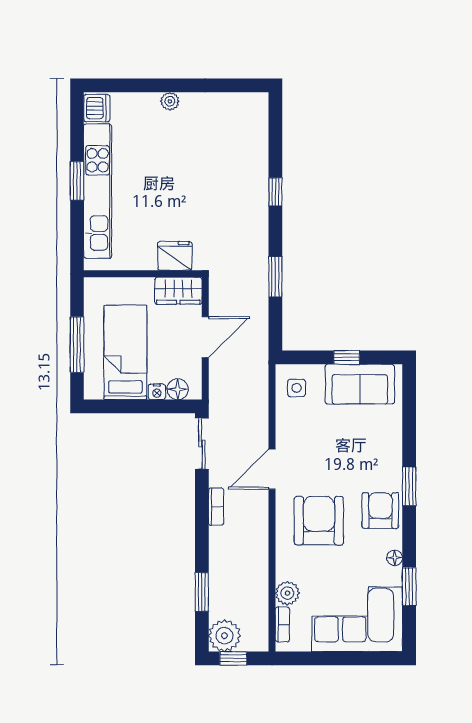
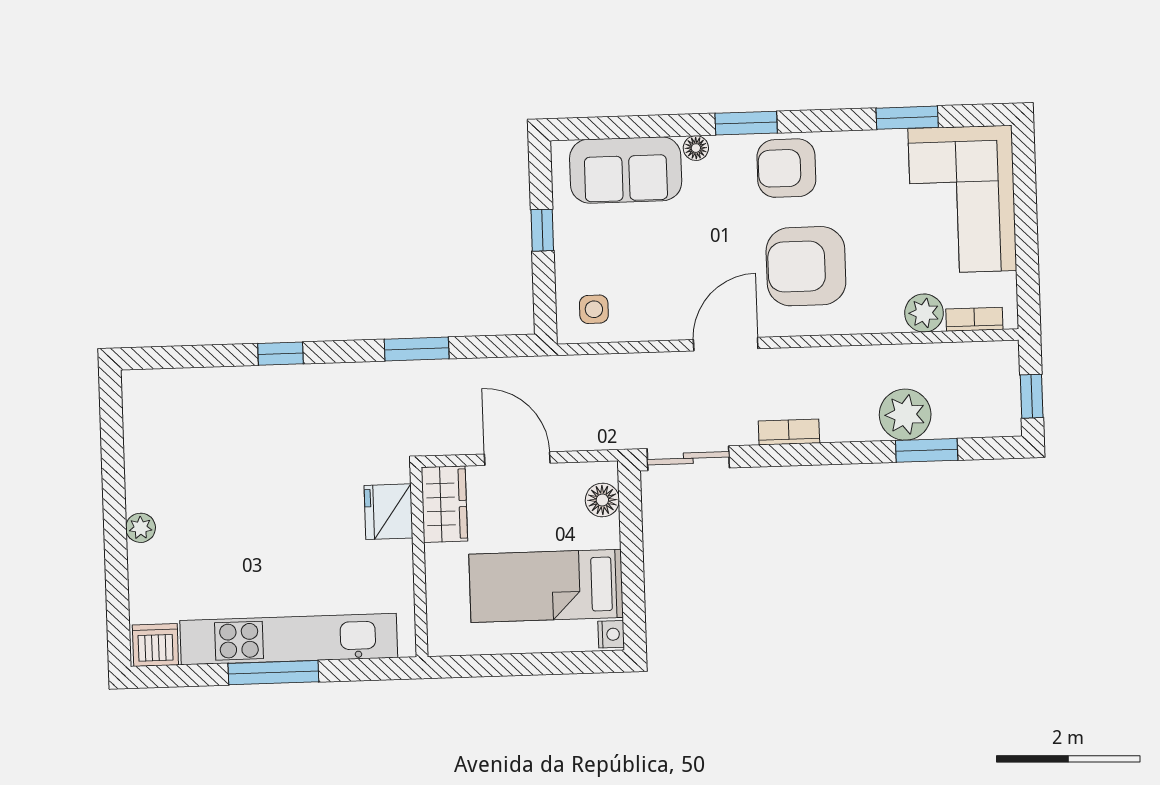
window: (77, 181) -> (273, 673), width x1.44
window: (77, 345) -> (536, 664), removed
sofa: (360, 384) -> (626, 170), moved, turned 90
nightstand: (157, 392) -> (611, 634), moved
door: (272, 469) -> (726, 344), swing flipped
floor lamp: (395, 558) -> (696, 148), moved
plant: (225, 636) -> (905, 415), moved

